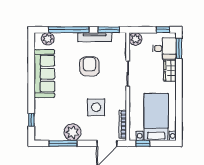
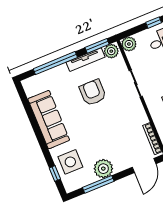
plant: (48, 39) -> (111, 51), moved
side table: (96, 107) -> (70, 162), moved

